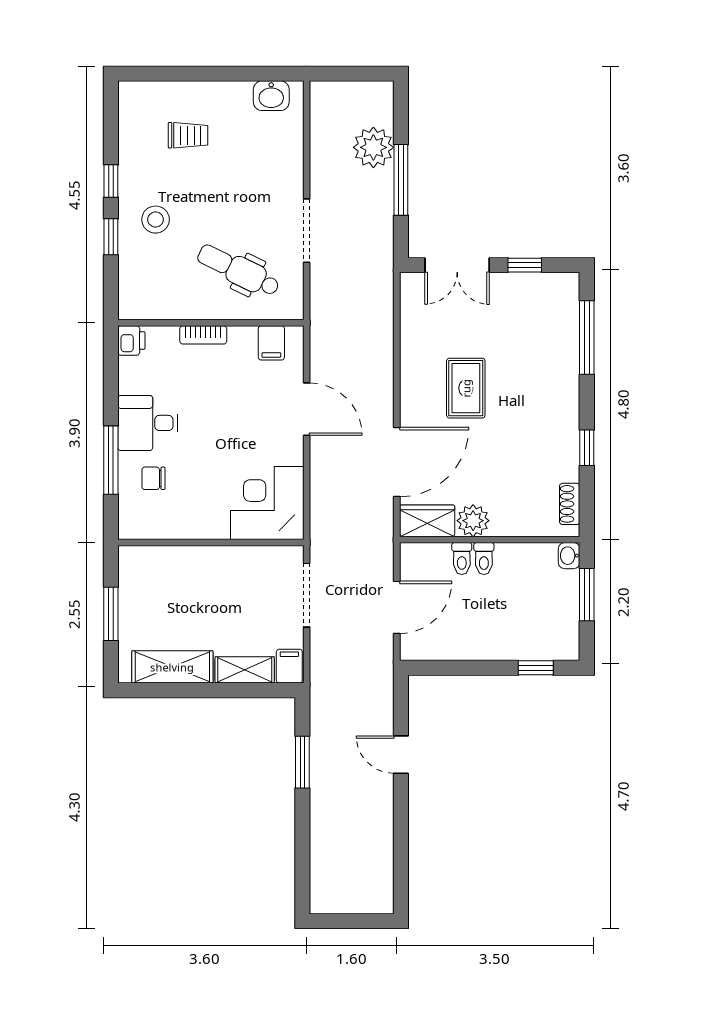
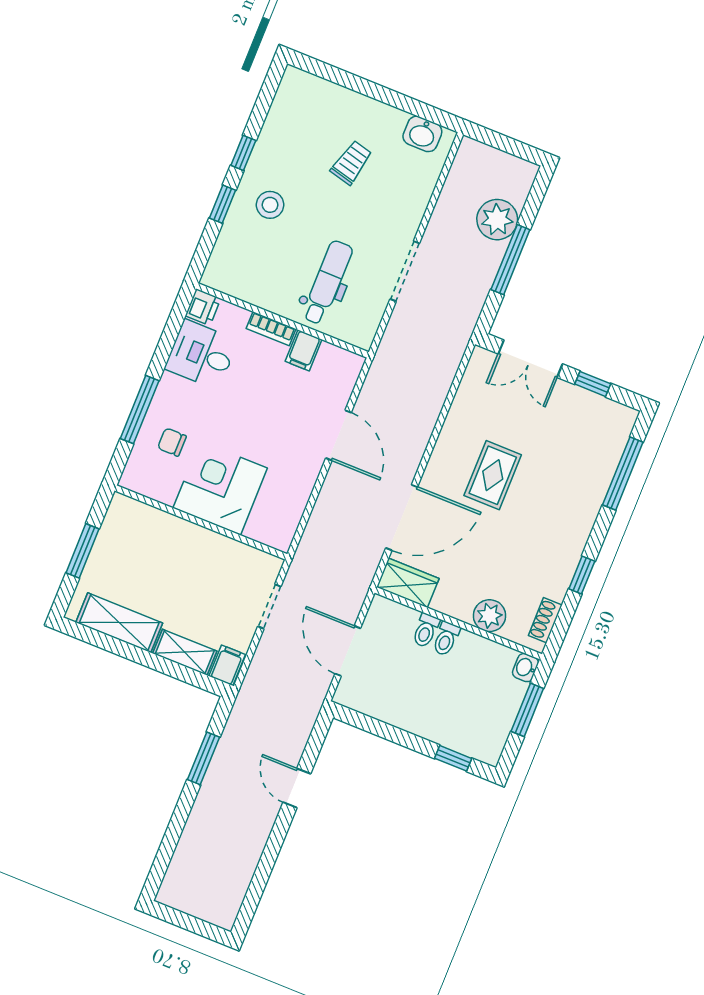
trolley: (188, 135) -> (351, 163), moved, turned -76
dental chair: (238, 270) -> (327, 282), turned 64
filing cabinet: (271, 343) -> (304, 350), moved
desk: (148, 423) -> (201, 354), moved
corner desk: (267, 503) -> (220, 488), moved
plant: (473, 521) -> (490, 616), moved
doorway: (307, 595) -> (269, 606), width x0.73
door: (397, 607) -> (348, 651), swing flipped

